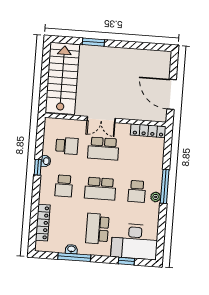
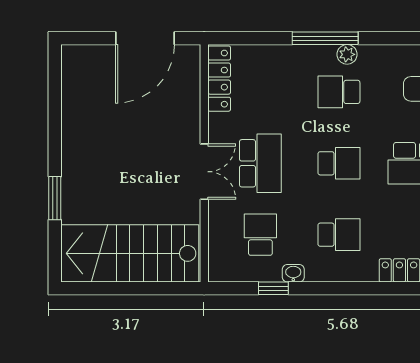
window: (38, 167) -> (273, 288), moved
school desk: (100, 189) -> (339, 163), width x0.54
school desk: (137, 191) -> (339, 92), turned 180

